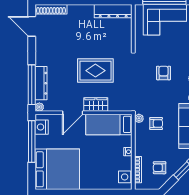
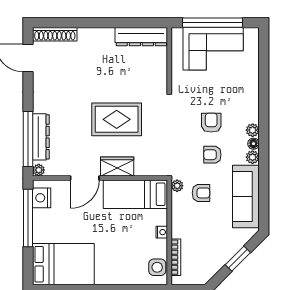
armchair: (160, 168) -> (212, 155), moved
bed: (57, 169) -> (63, 264), width x0.73

